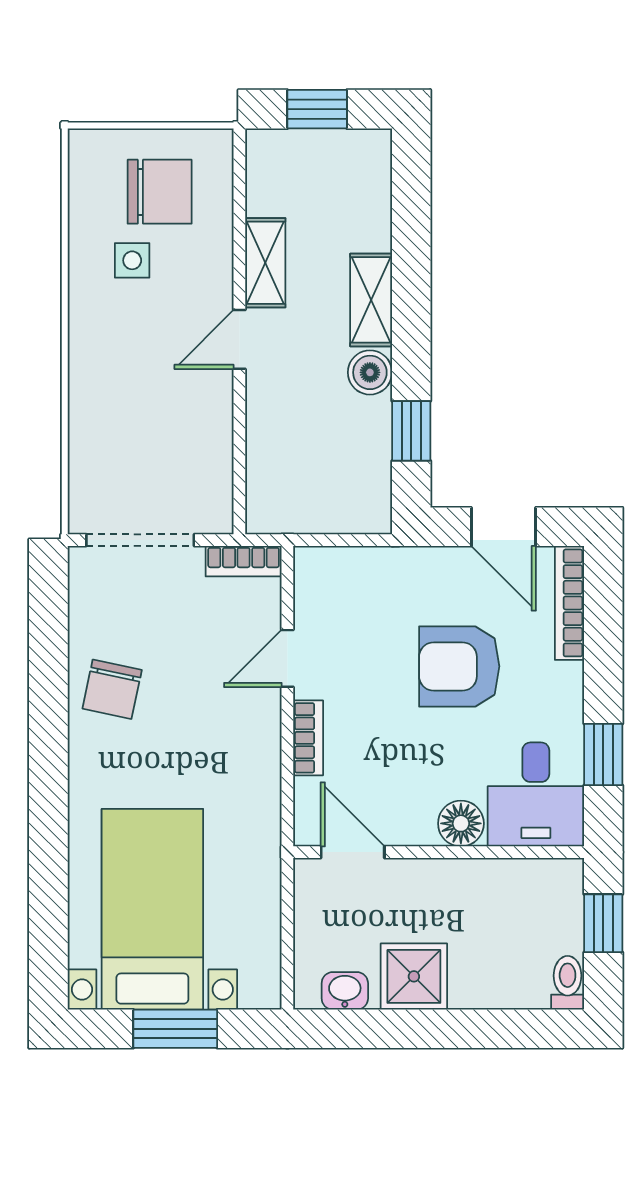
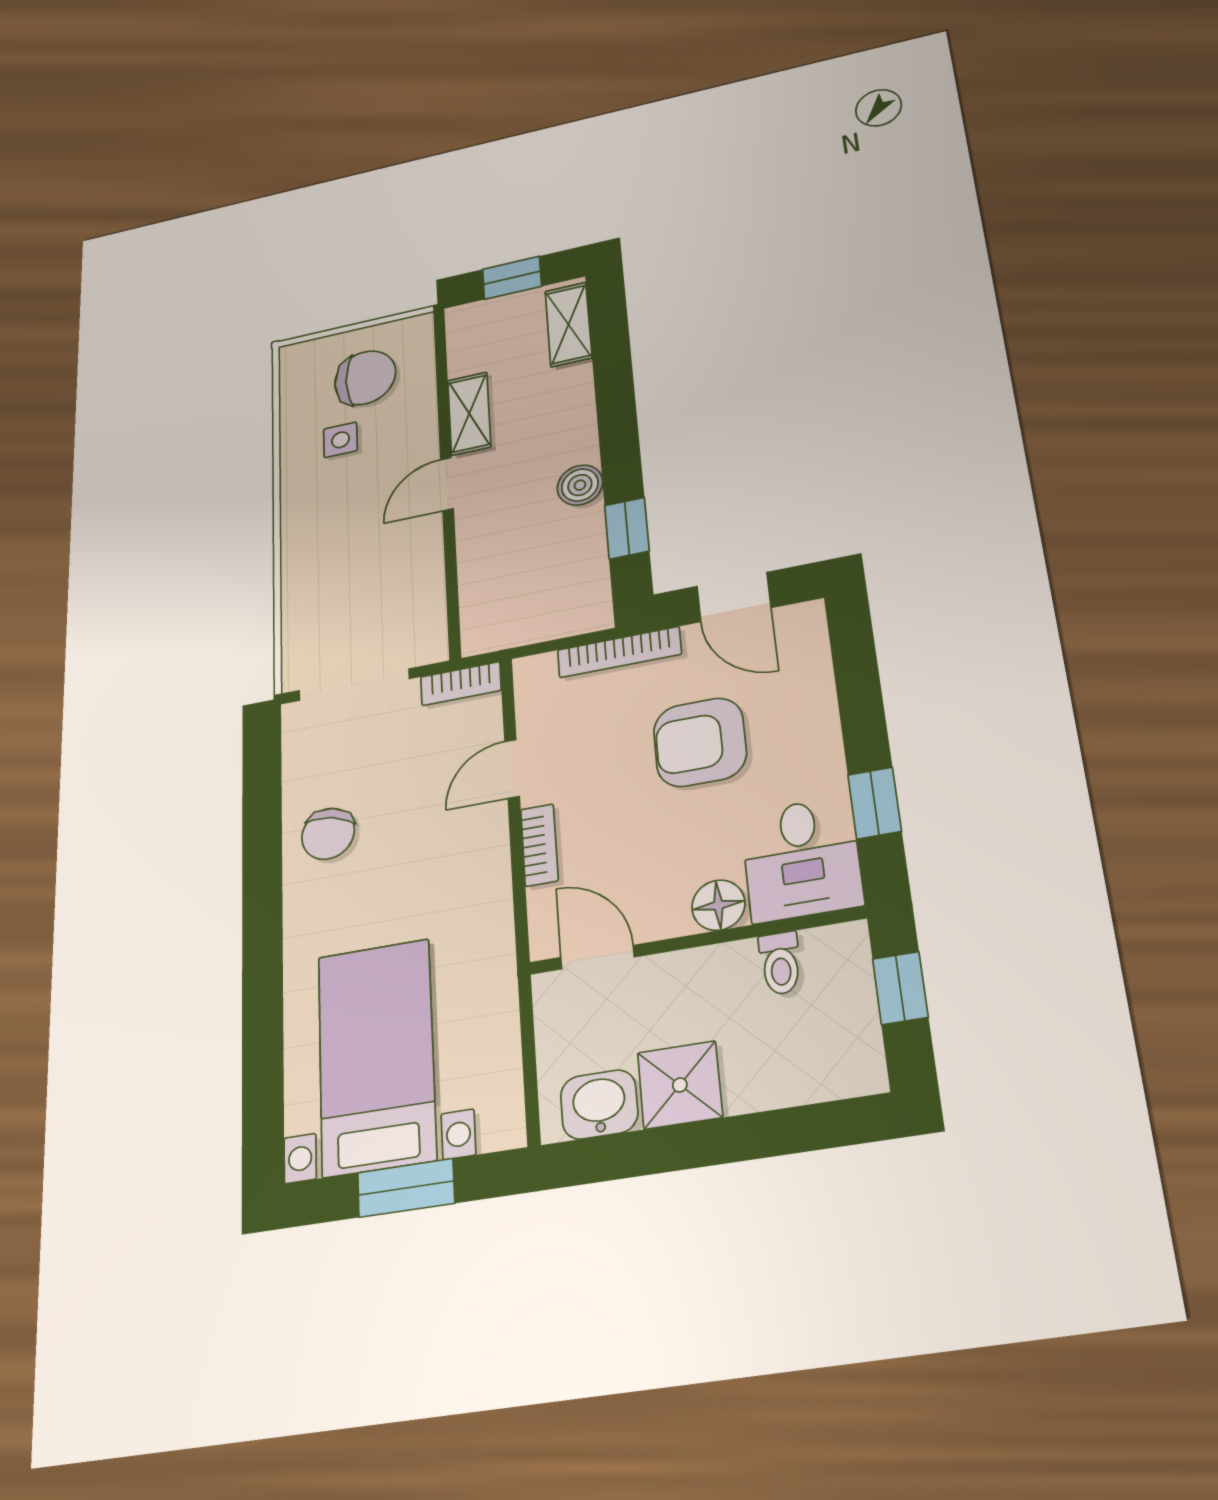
shelving: (371, 300) -> (568, 324), moved
bookcase: (569, 603) -> (619, 652), moved, turned -90
toilet: (568, 983) -> (780, 963), moved, turned 180
washbasin: (345, 991) -> (599, 1104), width x1.38, depth x1.45

